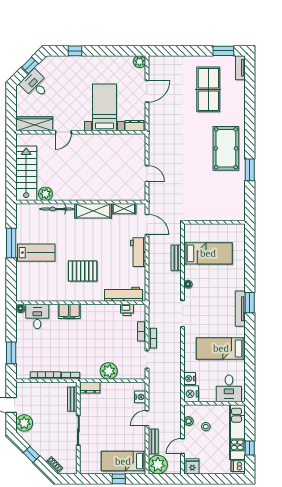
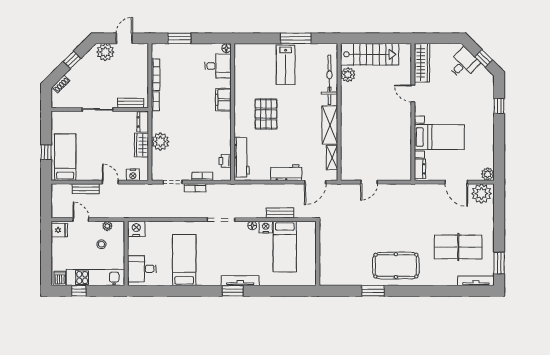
tv unit: (240, 68) -> (476, 281), width x1.41
bicycle: (57, 209) -> (329, 80), width x1.37, depth x1.40
tv unit: (240, 309) -> (240, 281), moved
nightstand: (190, 379) -> (266, 227), moved
wardrobe: (112, 389) -> (142, 145), added
plant: (158, 465) -> (481, 194), moved

